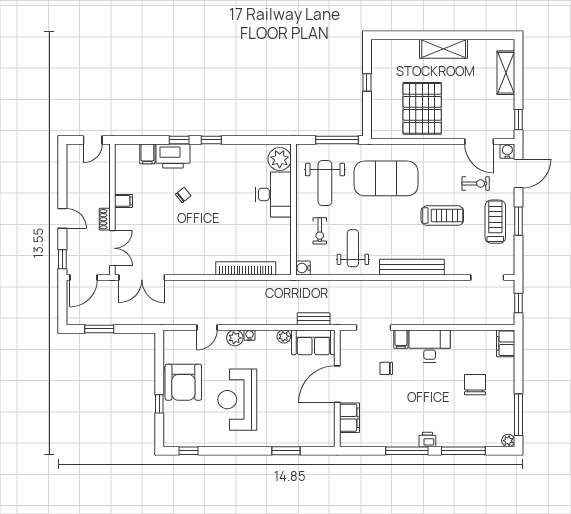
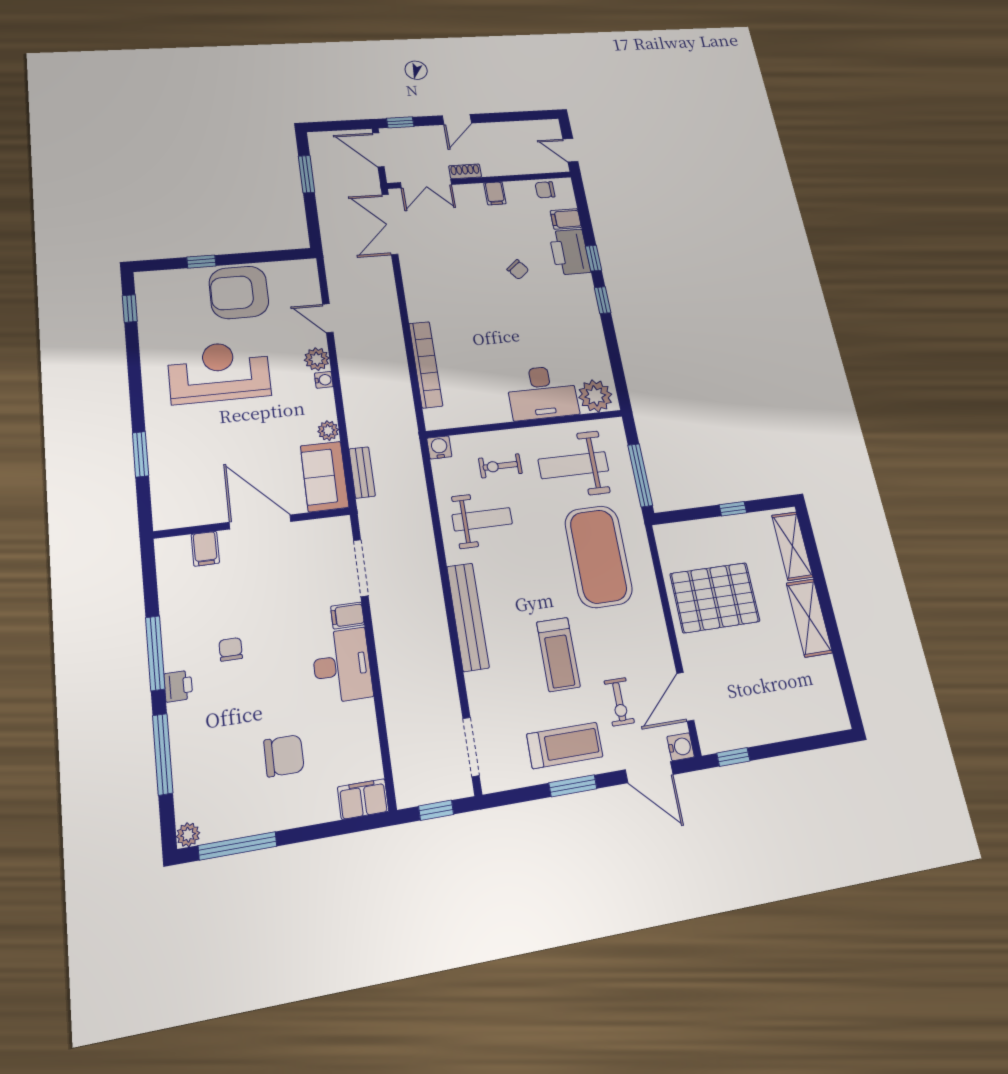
shelving: (506, 73) -> (792, 546), moved, turned 90
chair: (123, 165) -> (545, 190), added
chair: (386, 368) -> (231, 649), moved
filing cabinet: (350, 418) -> (205, 549), width x0.50

